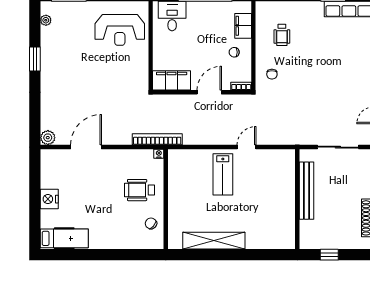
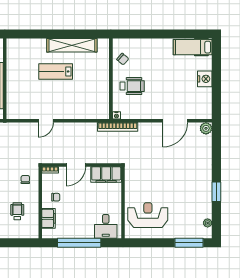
lab bench: (223, 174) -> (56, 71), moved, turned -90

